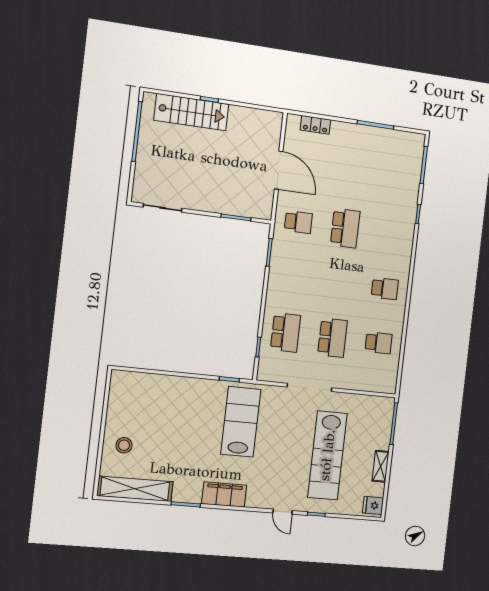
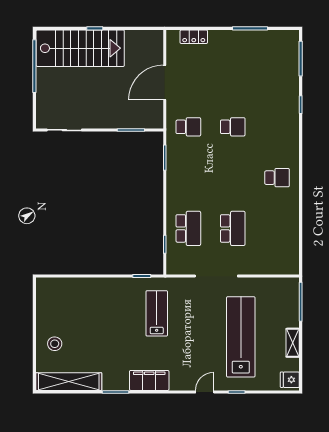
stairs: (191, 112) -> (80, 48), width x1.36, depth x1.51
door: (279, 170) -> (165, 83), swing flipped
school desk: (345, 228) -> (233, 127), width x0.54
school desk: (379, 343) -> (277, 228), removed
lab bench: (241, 422) -> (157, 313), width x0.73, depth x0.72
lab bench: (327, 455) -> (241, 337), turned 180
door: (283, 512) -> (205, 392), swing flipped

